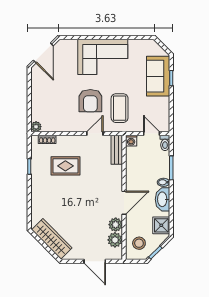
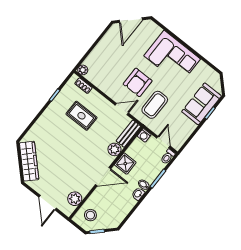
washbasin: (163, 199) -> (138, 194), width x0.52, depth x0.69
plant: (116, 225) -> (114, 149), moved
shower: (161, 225) -> (125, 164), moved

